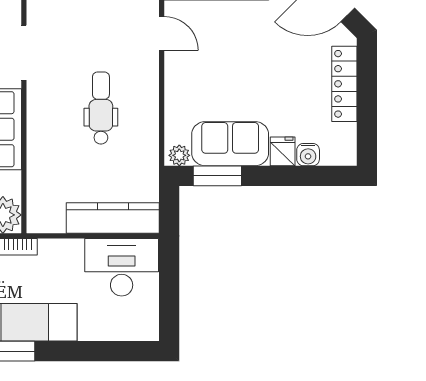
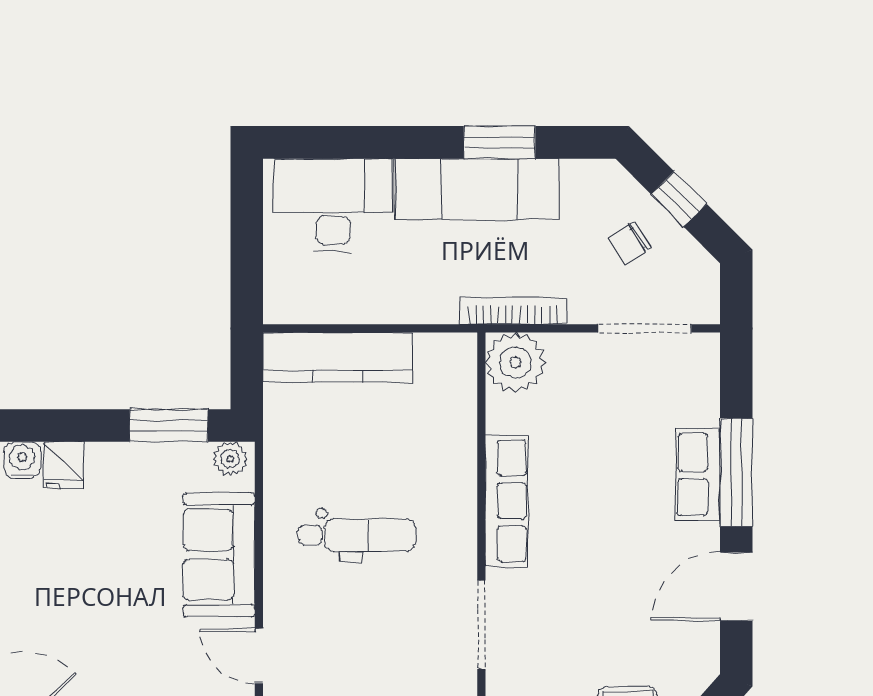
dental chair: (101, 108) -> (357, 535), turned -90
sofa: (230, 144) -> (219, 555), moved, turned 90
desk: (122, 267) -> (333, 205), moved, turned 180

